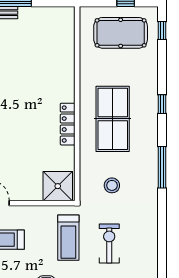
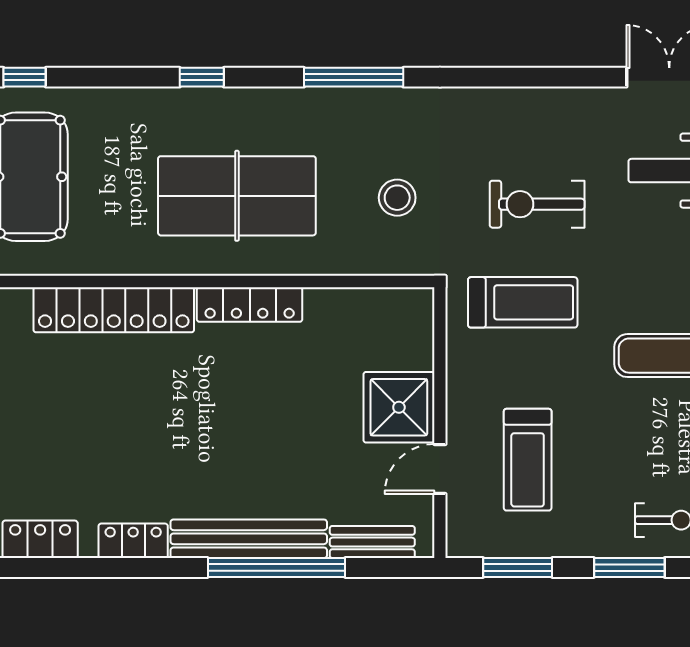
locker: (65, 68) -> (114, 310), added
shower: (58, 186) -> (399, 407), moved

